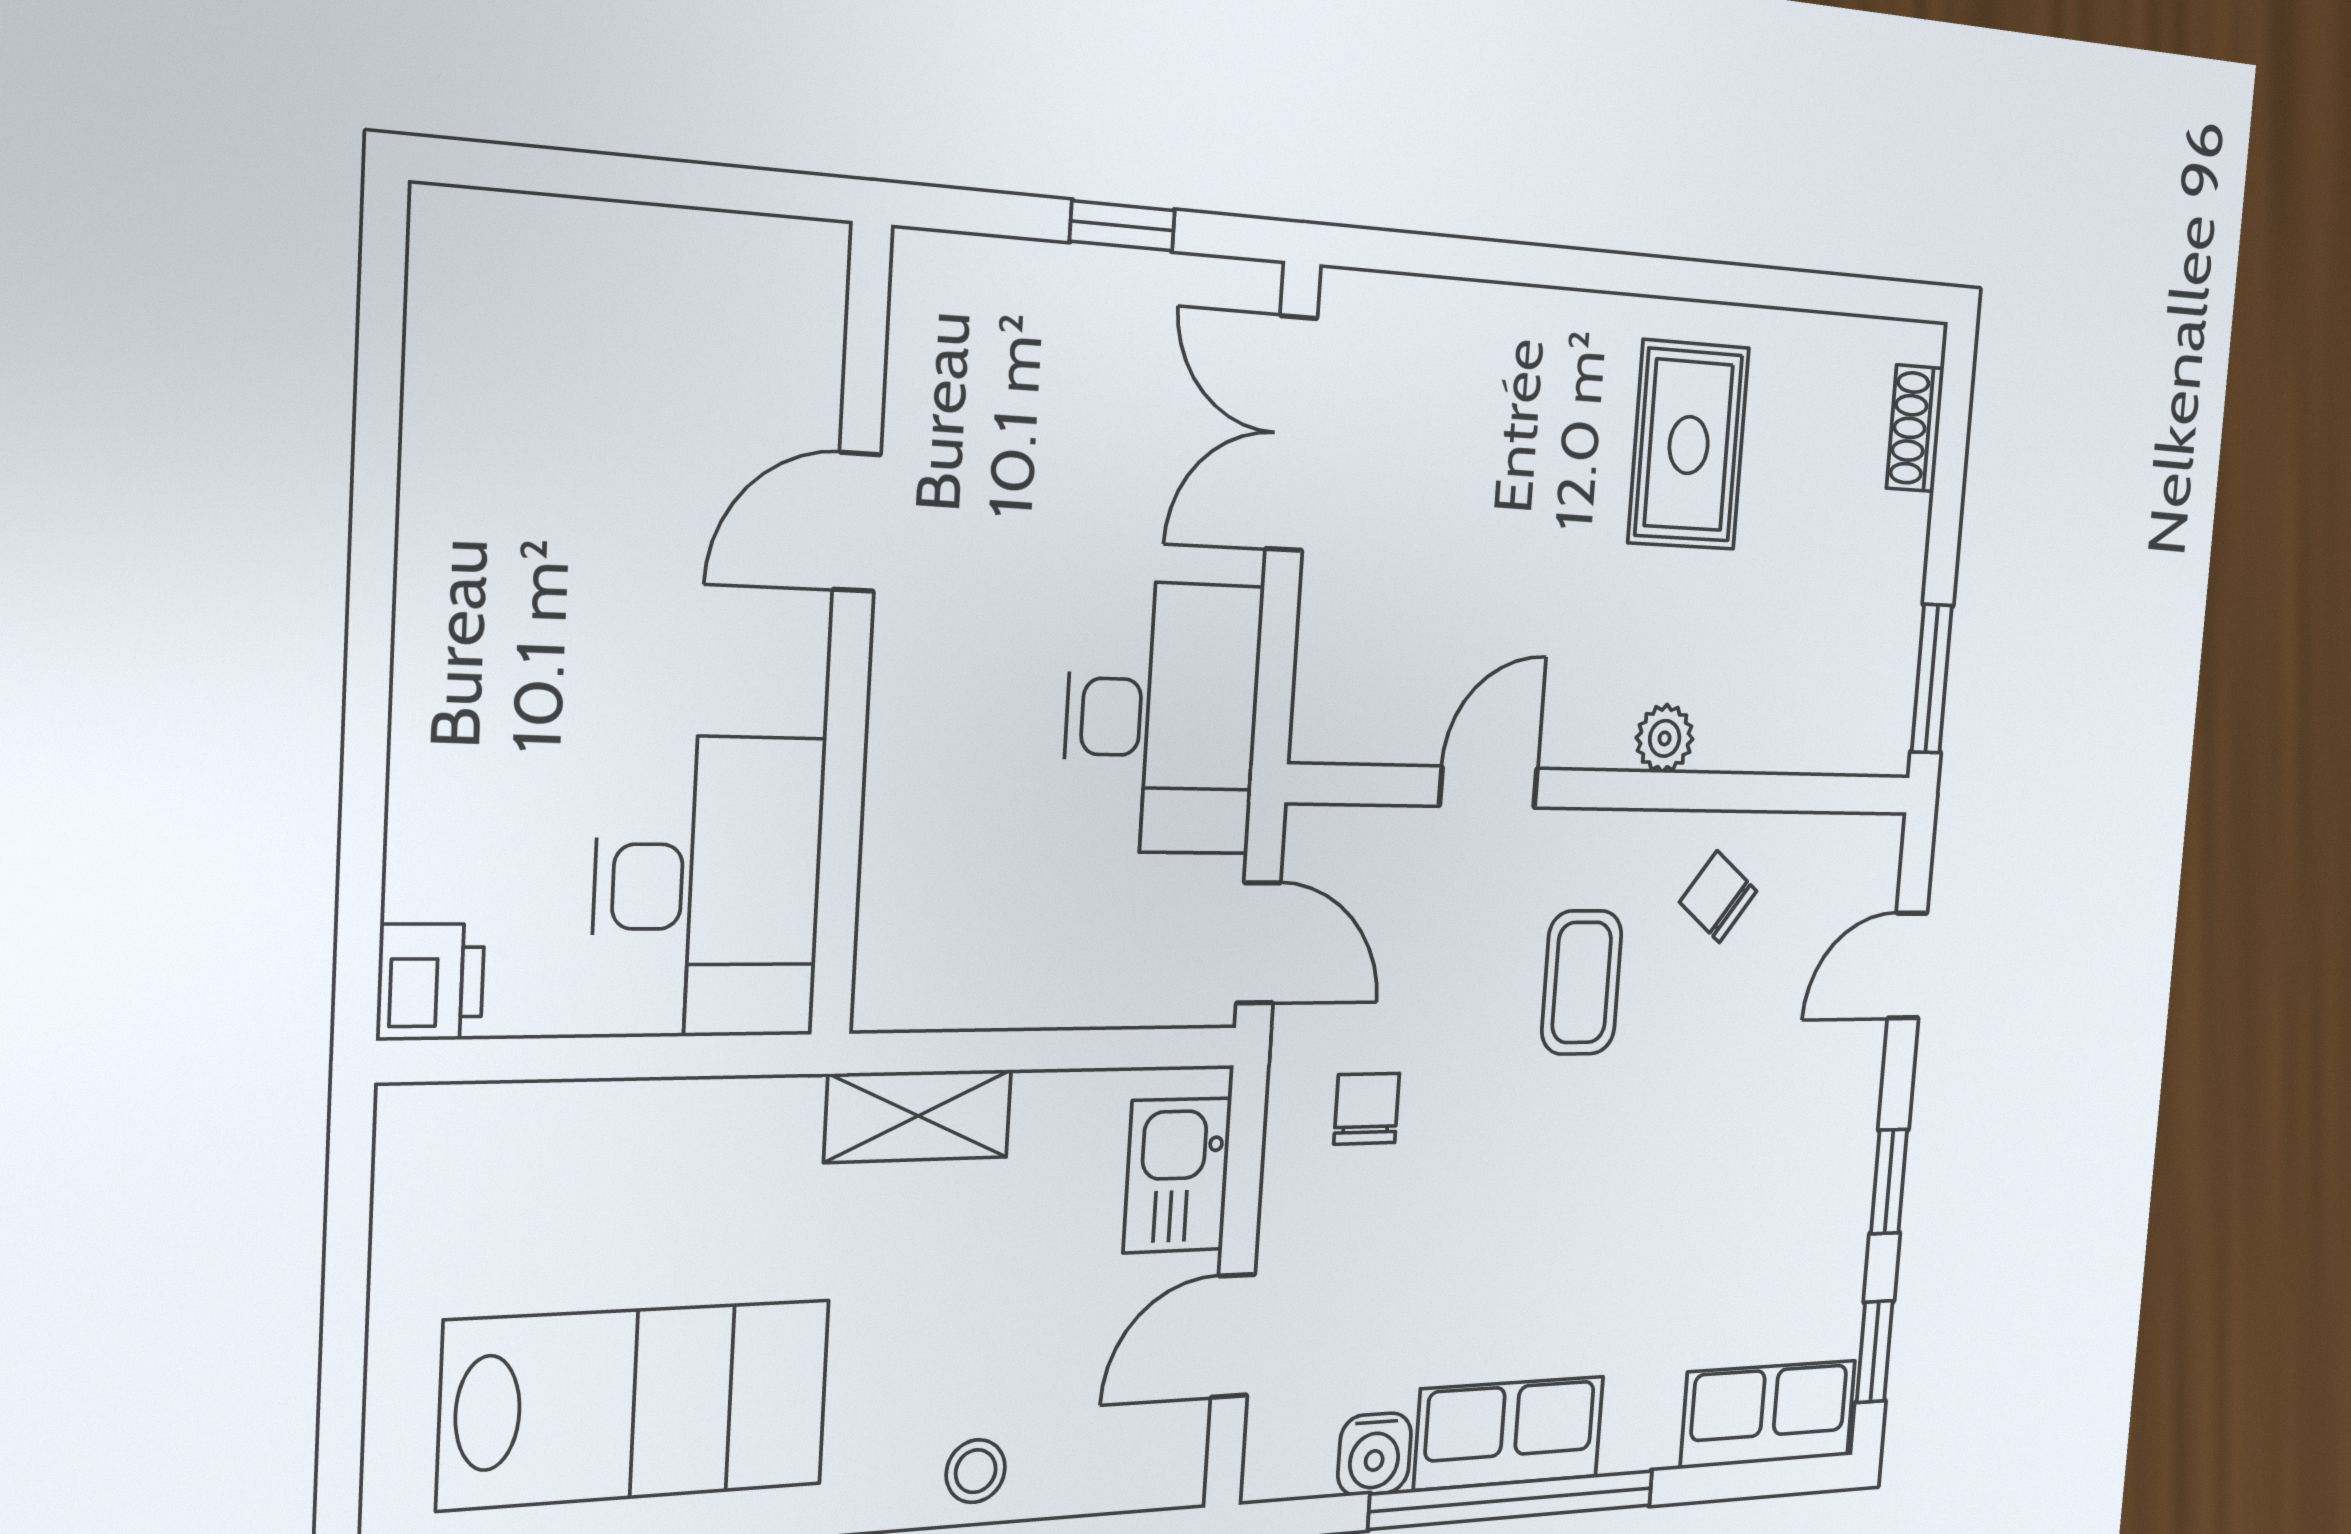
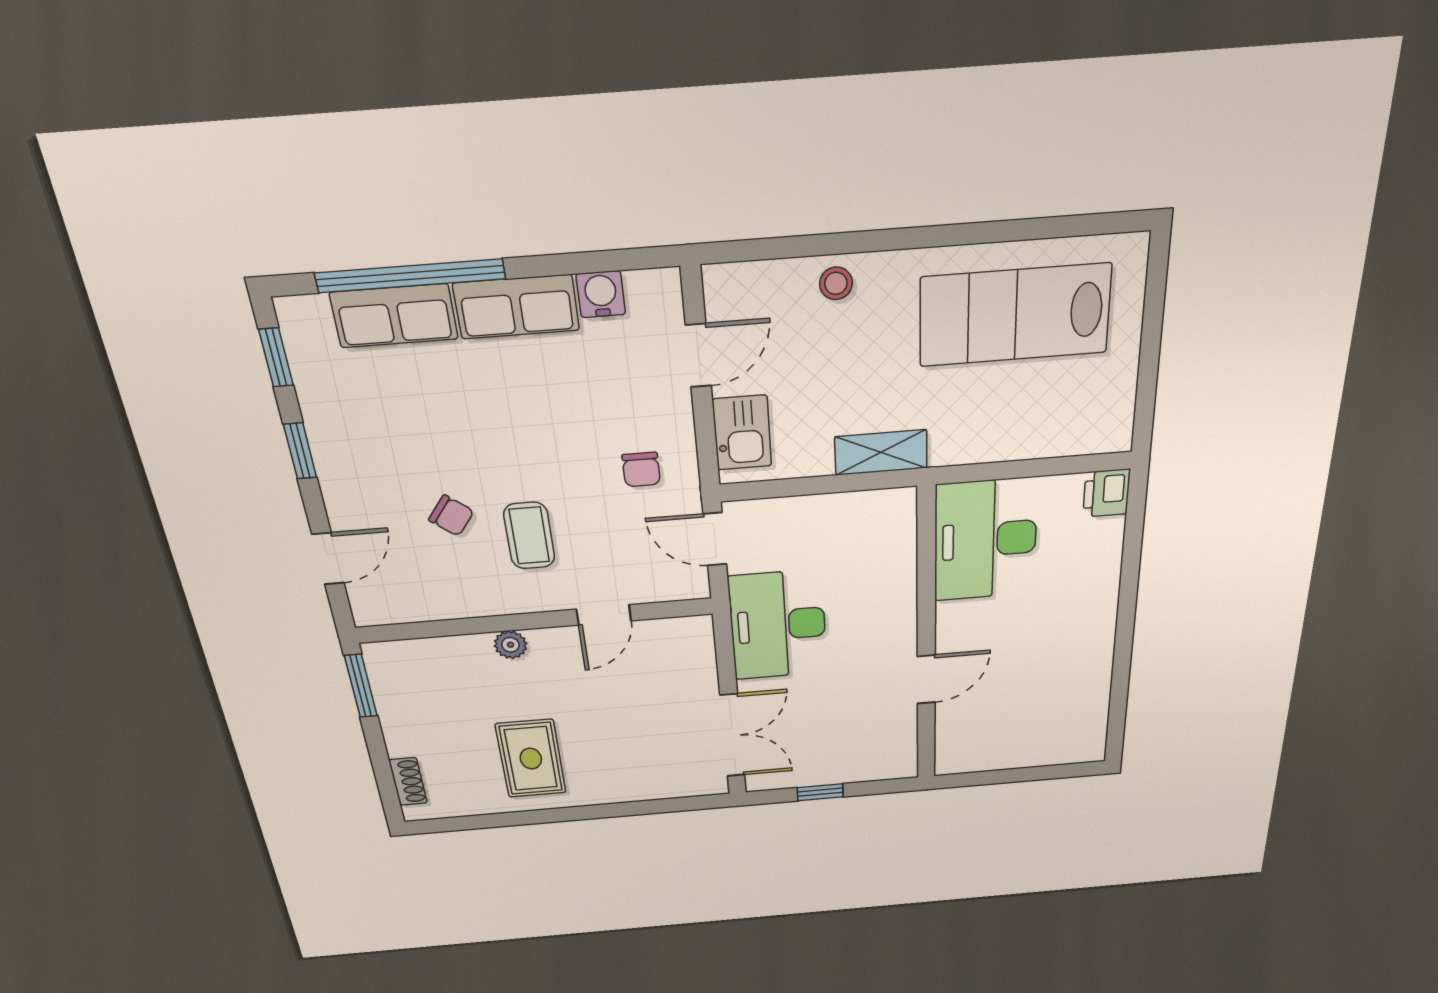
chair: (1718, 897) -> (451, 516), moved
row of seats: (1768, 1414) -> (394, 316), moved
window: (1513, 1500) -> (410, 276), moved

